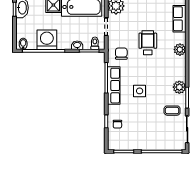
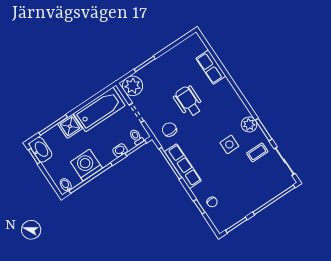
row of seats: (179, 19) -> (211, 67), moved
plant: (180, 50) -> (225, 87), removed
side table: (140, 91) -> (229, 144), moved

